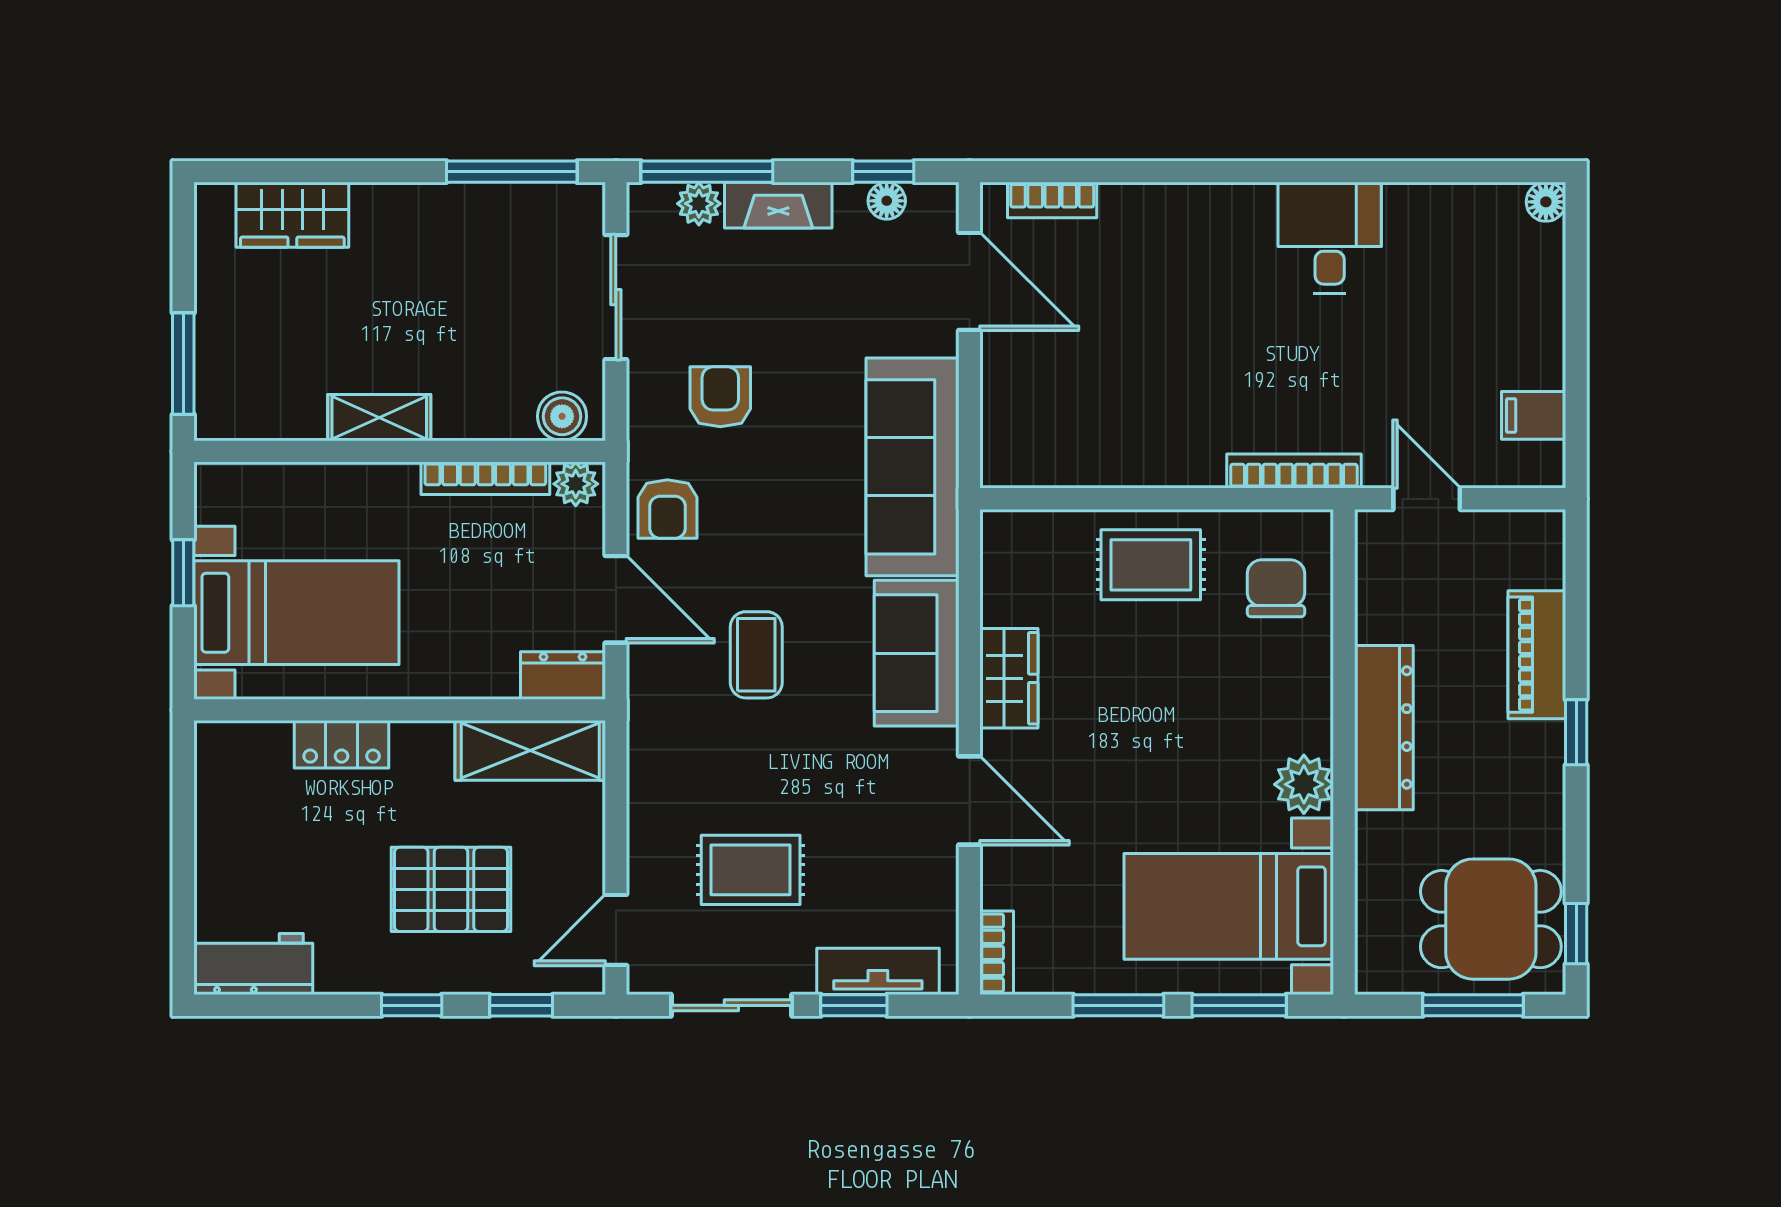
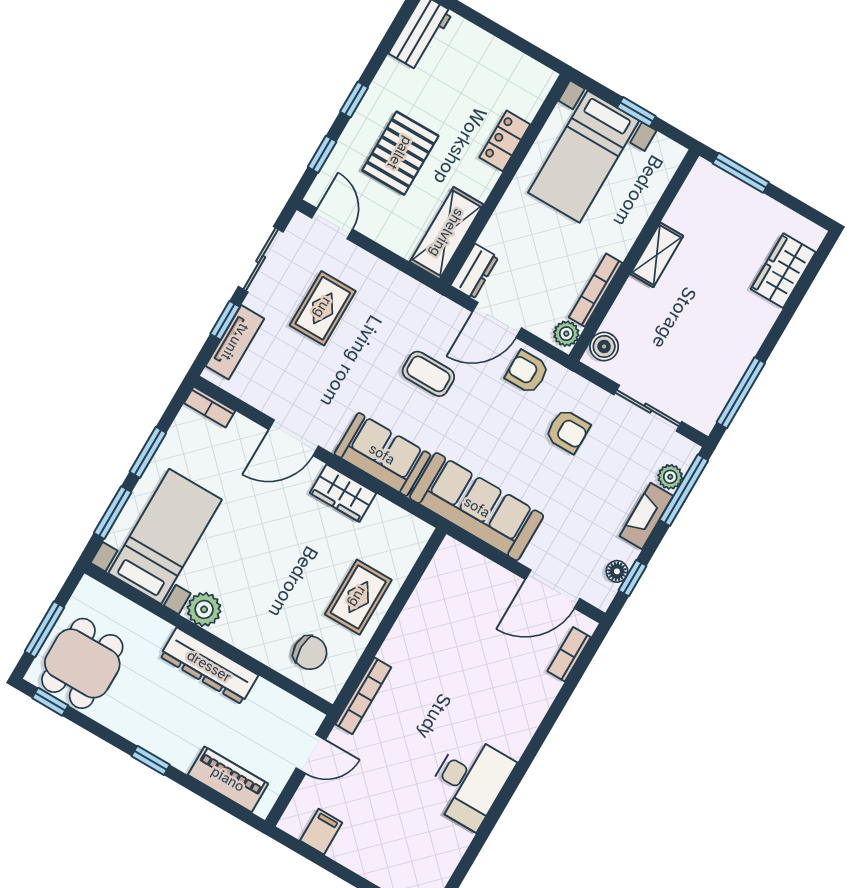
desk: (1330, 238) -> (469, 782), width x1.37
piano: (1537, 655) -> (228, 779), moved

